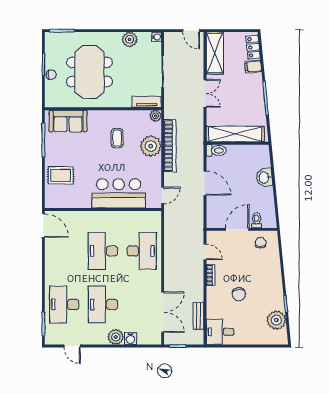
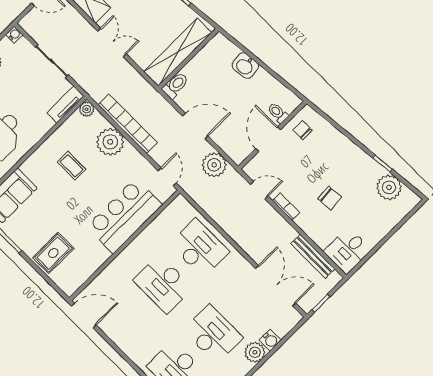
plant: (194, 214) -> (214, 165), added
desk: (103, 304) -> (213, 334), turned 180
bench: (198, 316) -> (313, 256), width x1.36

